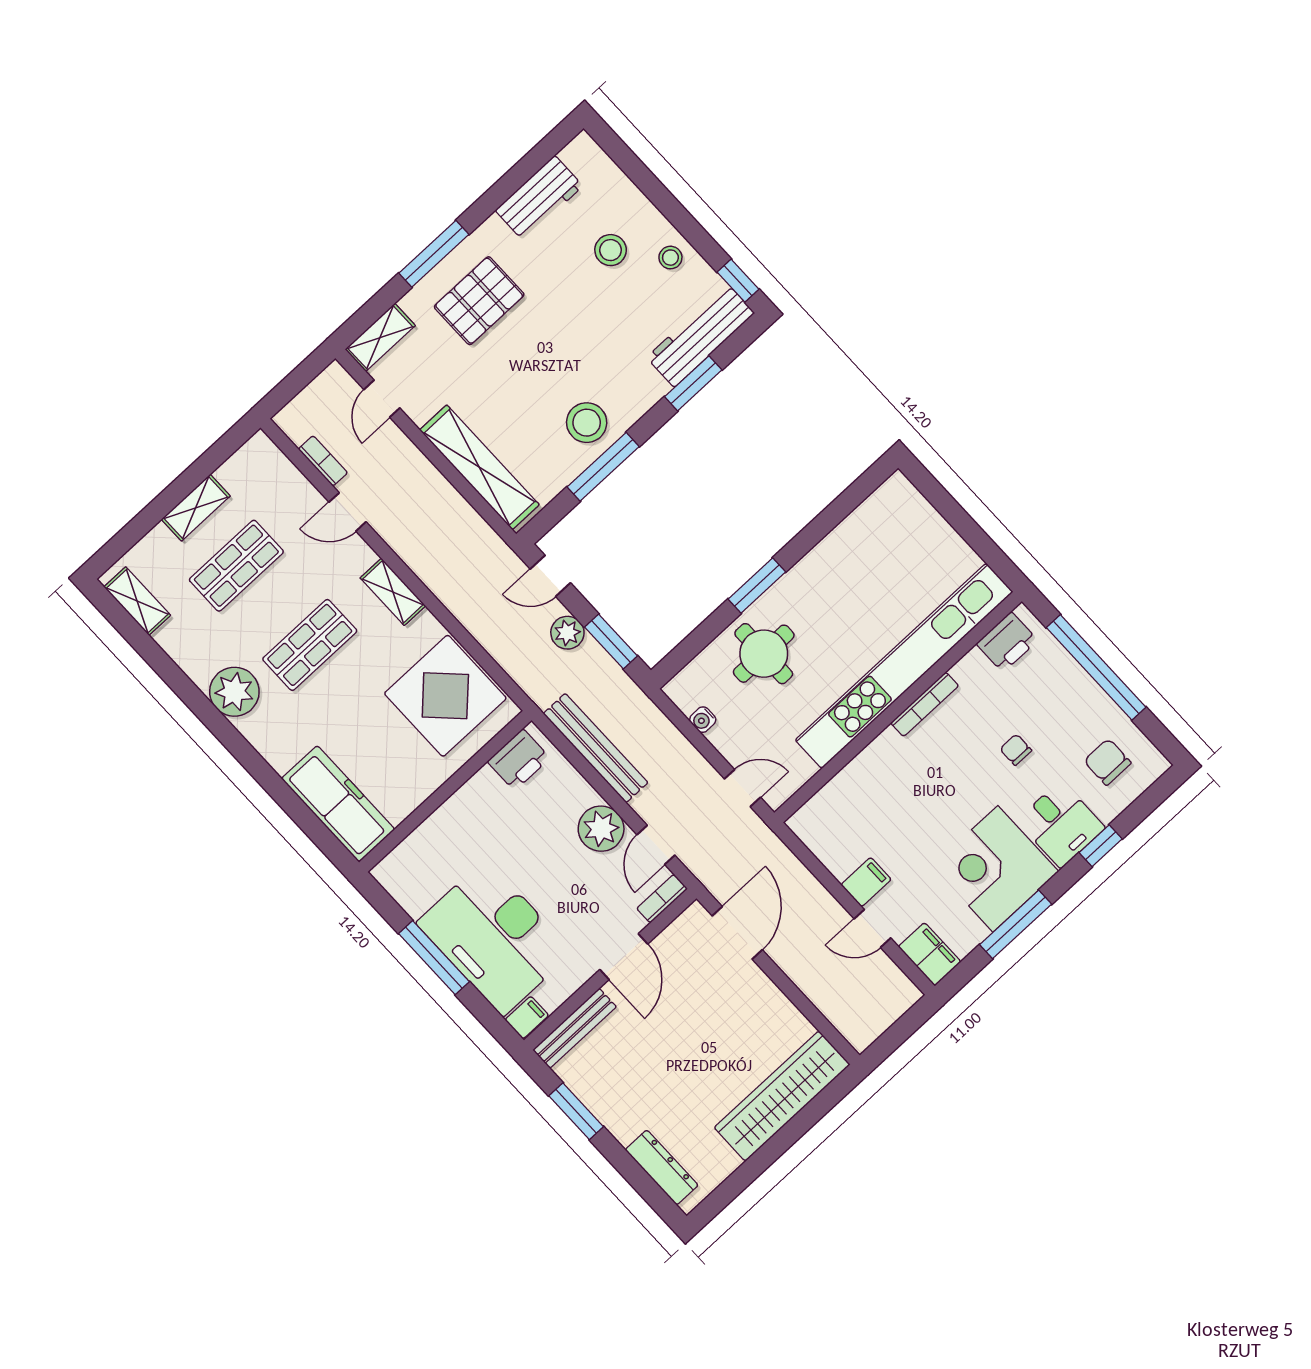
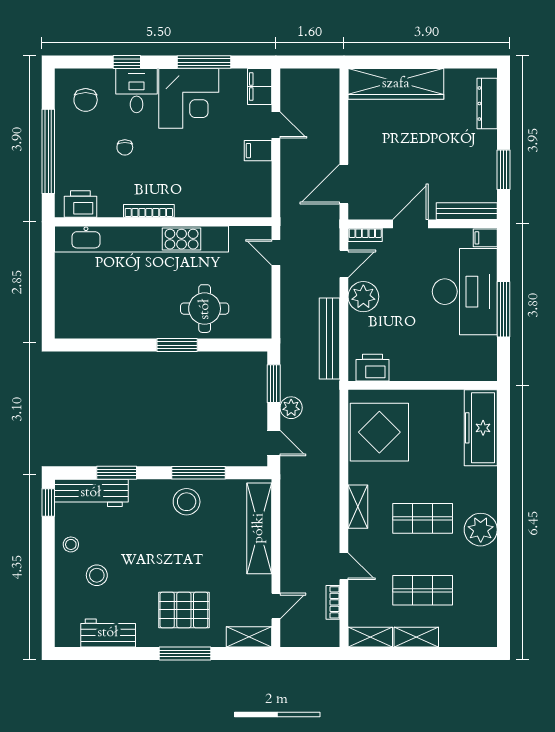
shelving: (137, 601) -> (370, 637), moved, turned 90
water cooler: (703, 720) -> (264, 304), removed

